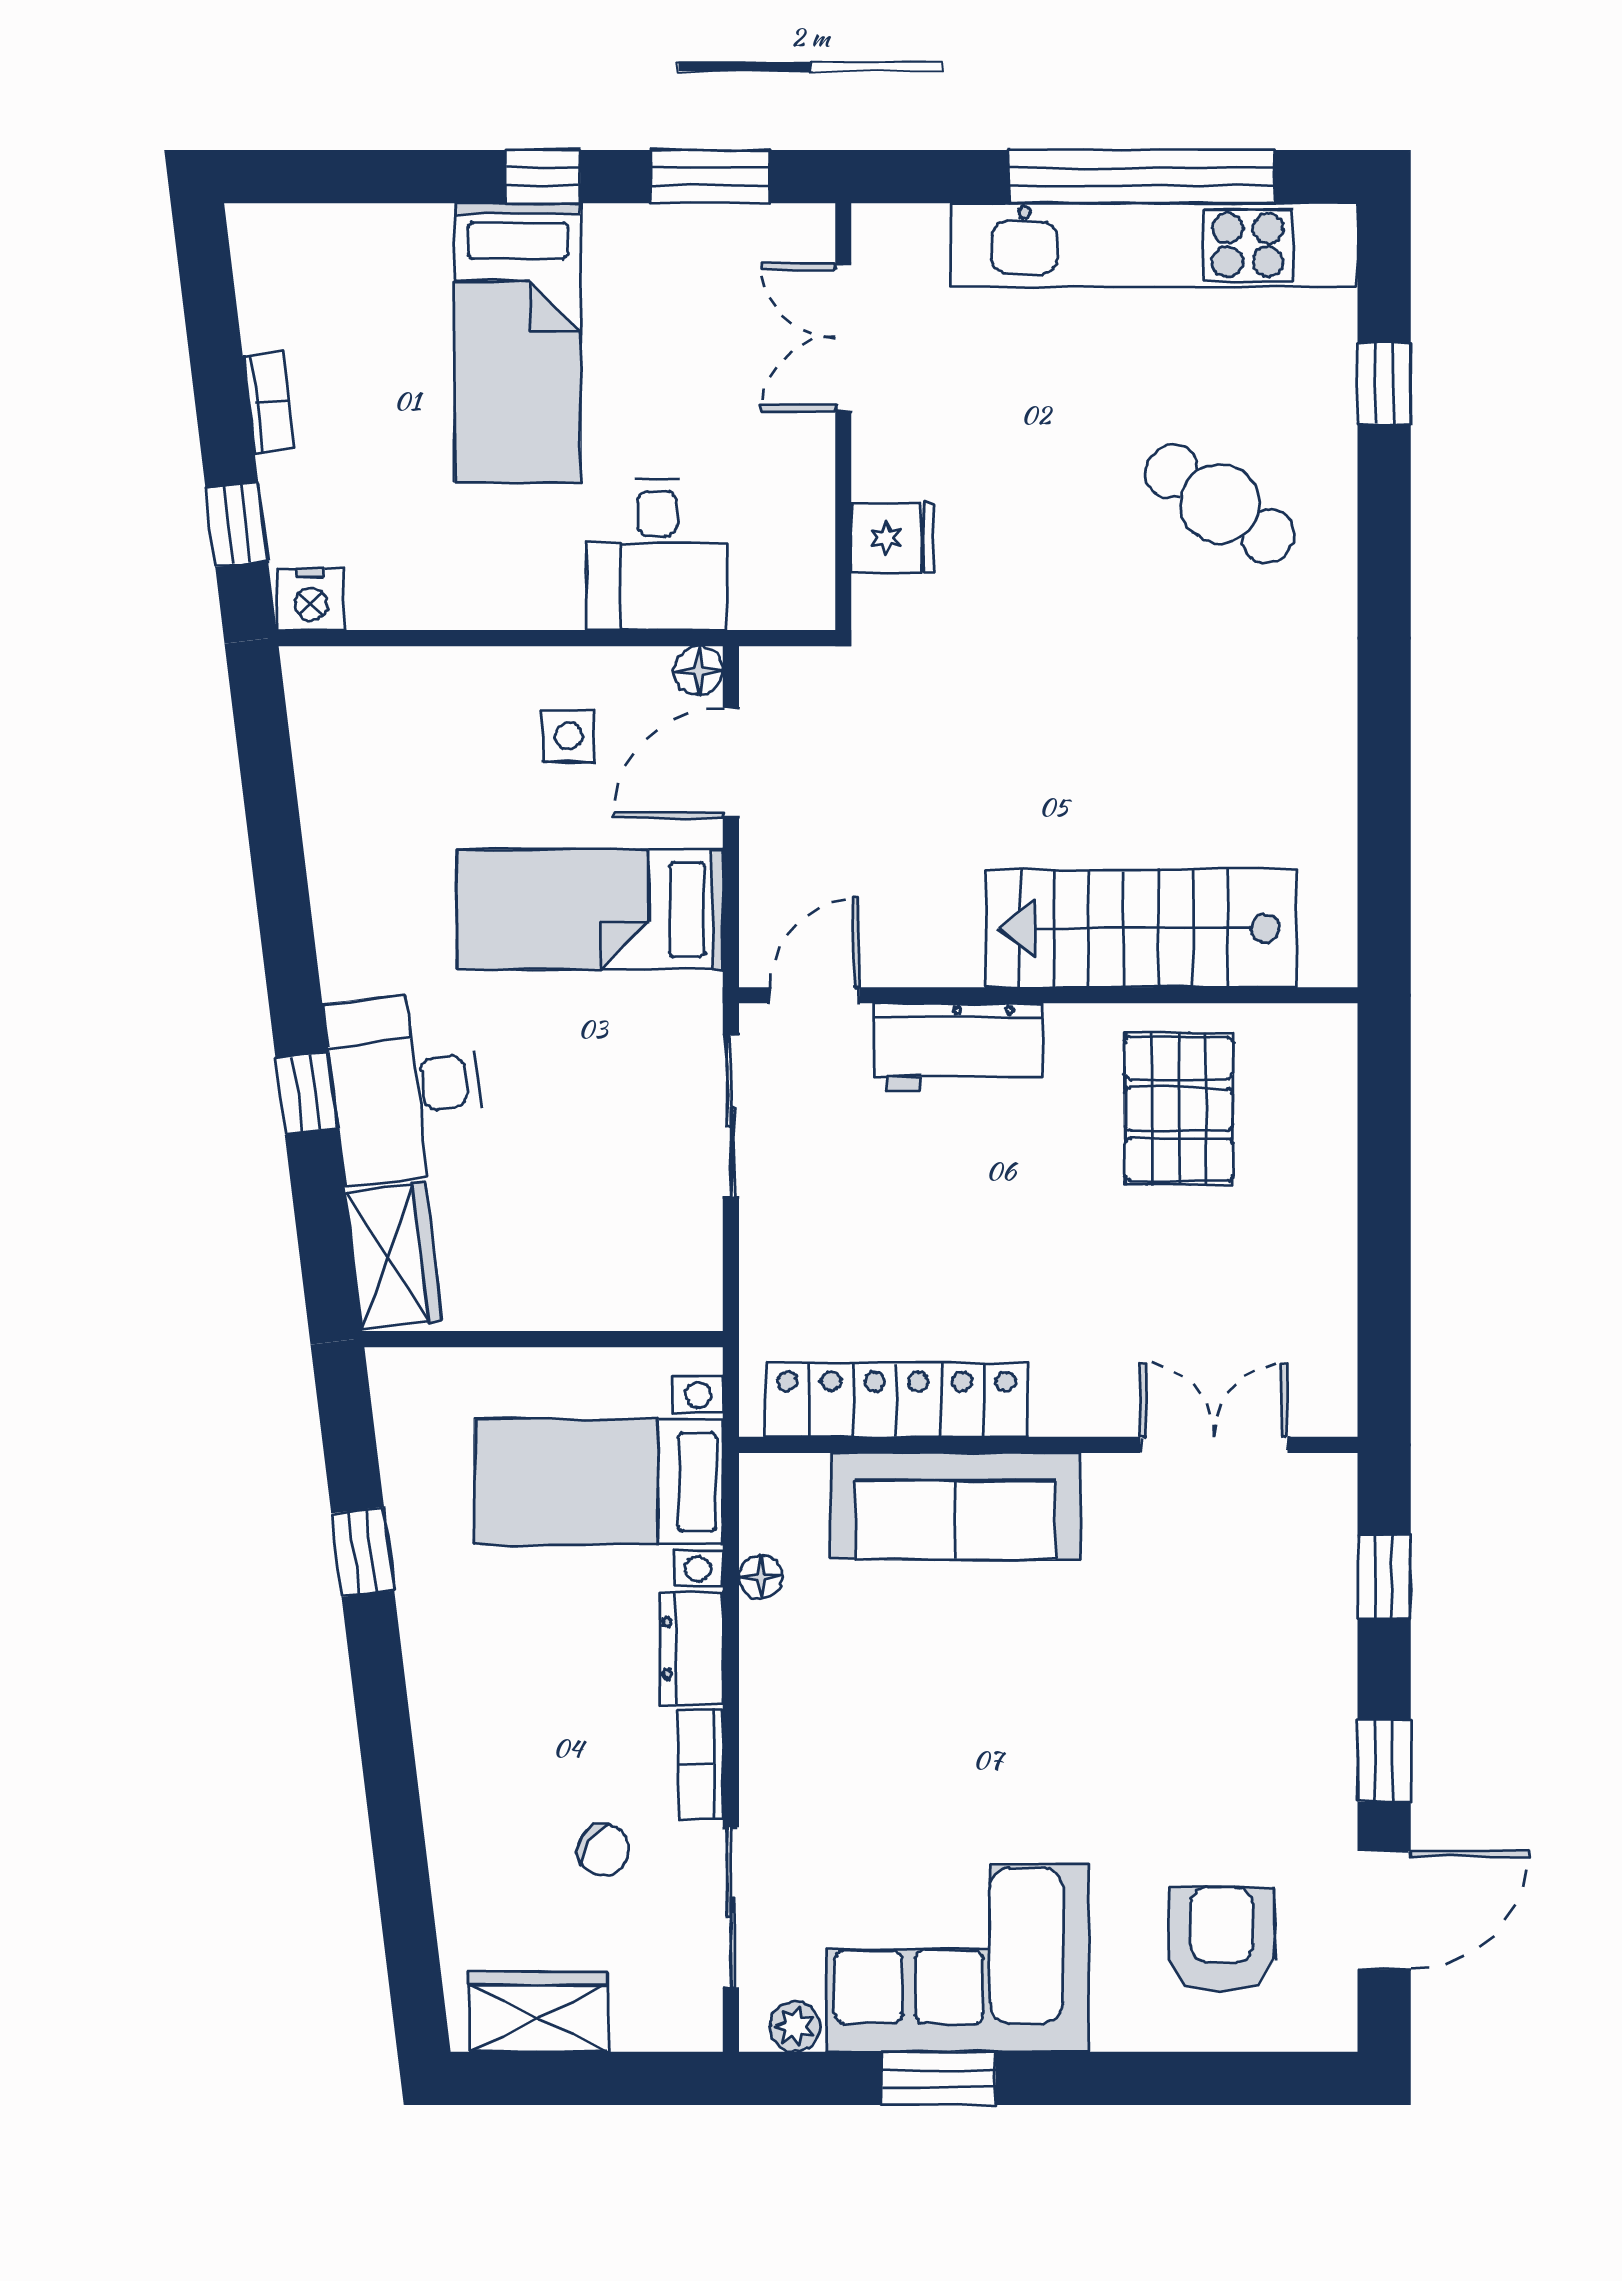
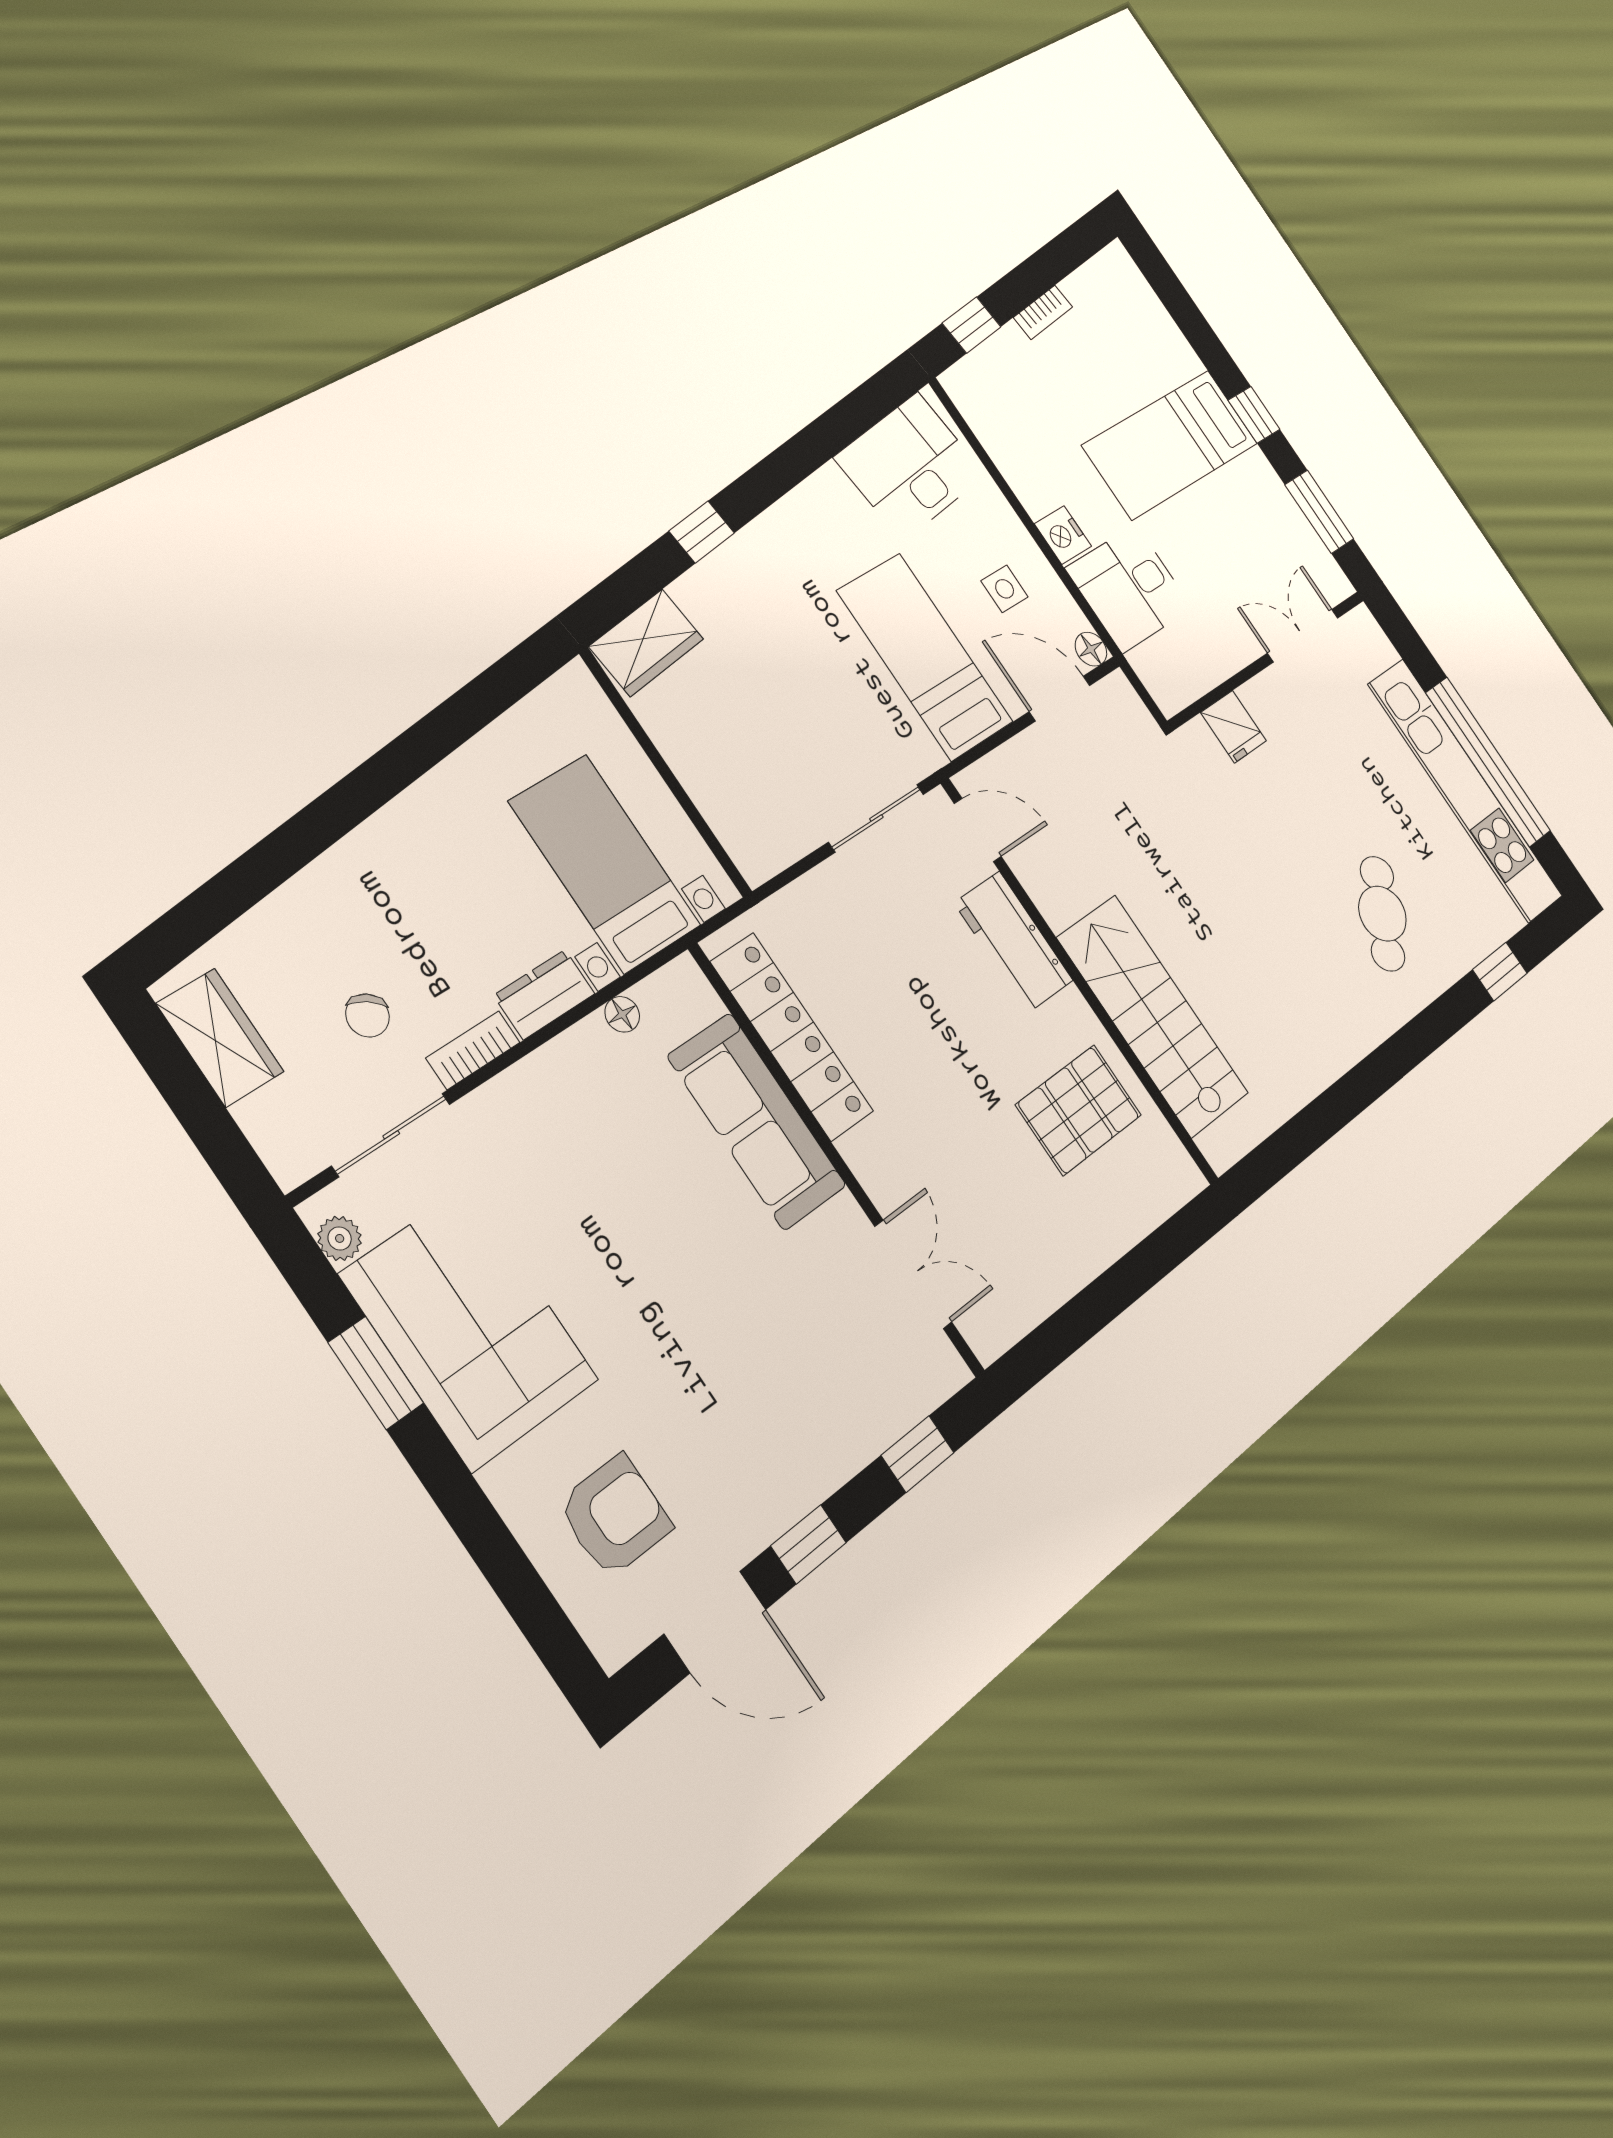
nightstand: (311, 599) -> (1063, 535), moved
desk: (405, 1087) -> (910, 466), moved
window: (363, 1552) -> (450, 725), removed

